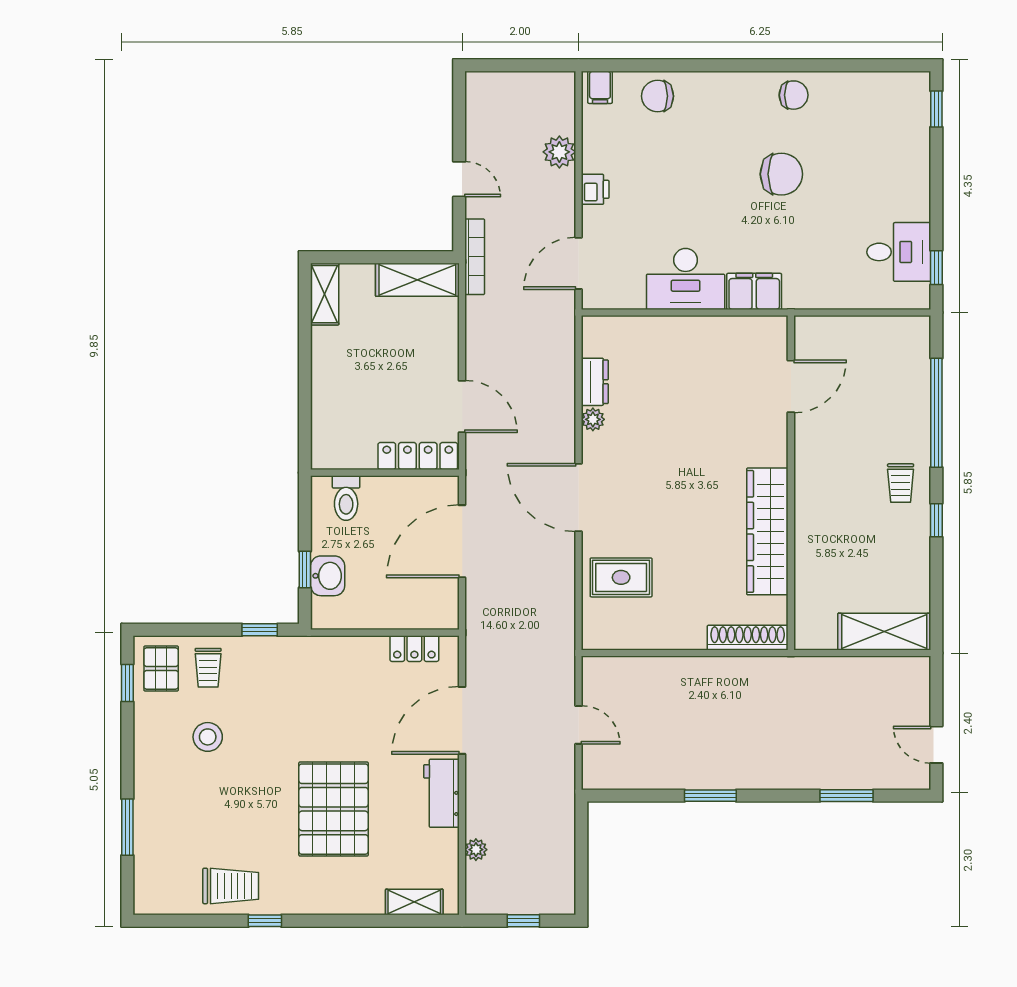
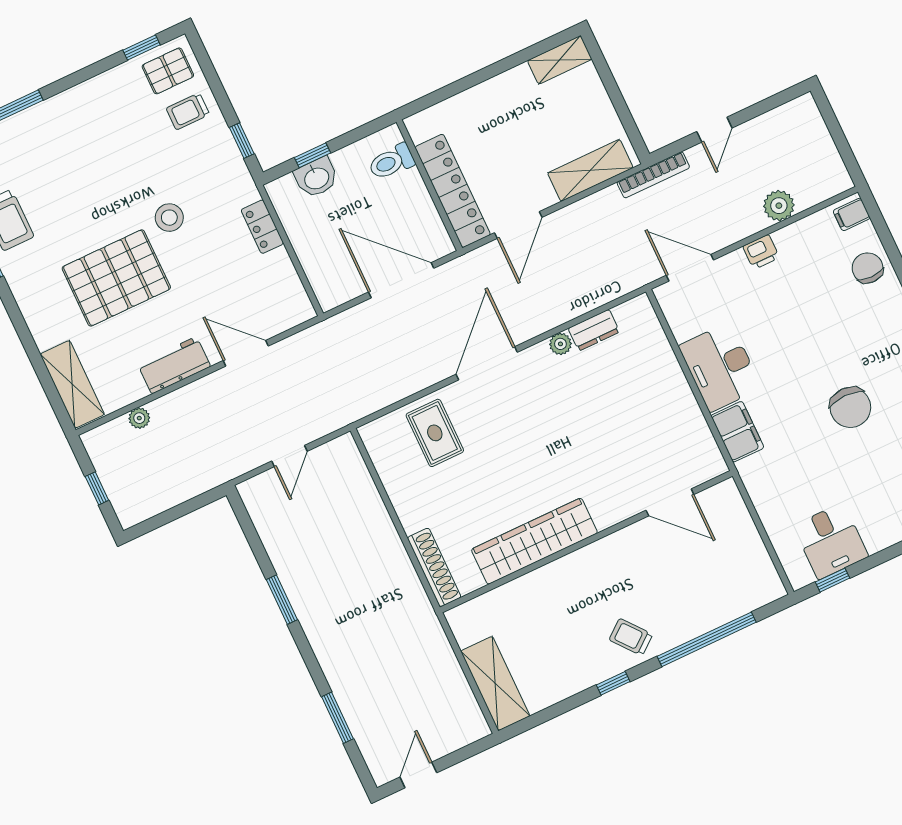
shelving: (417, 280) -> (590, 170), moved, turned 90
locker: (418, 456) -> (453, 191), width x1.41, depth x1.21
trolley: (901, 483) -> (631, 637), turned 51
locker: (414, 649) -> (262, 227), moved
door: (462, 720) -> (246, 353), width x0.73
stool: (208, 737) -> (169, 218), moved
shelving: (414, 902) -> (72, 384), width x1.50, depth x1.33

